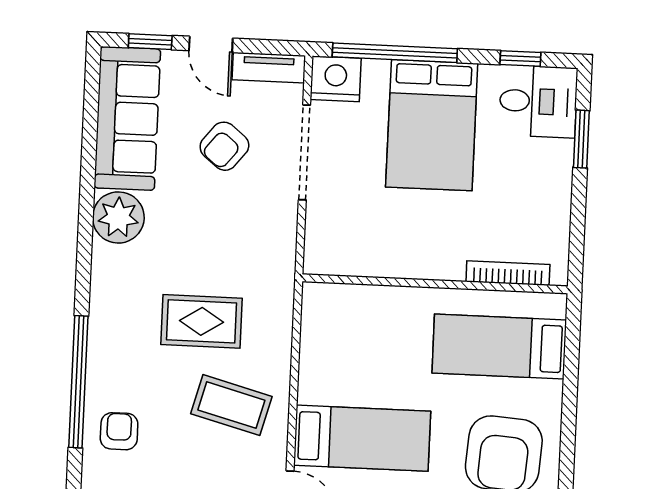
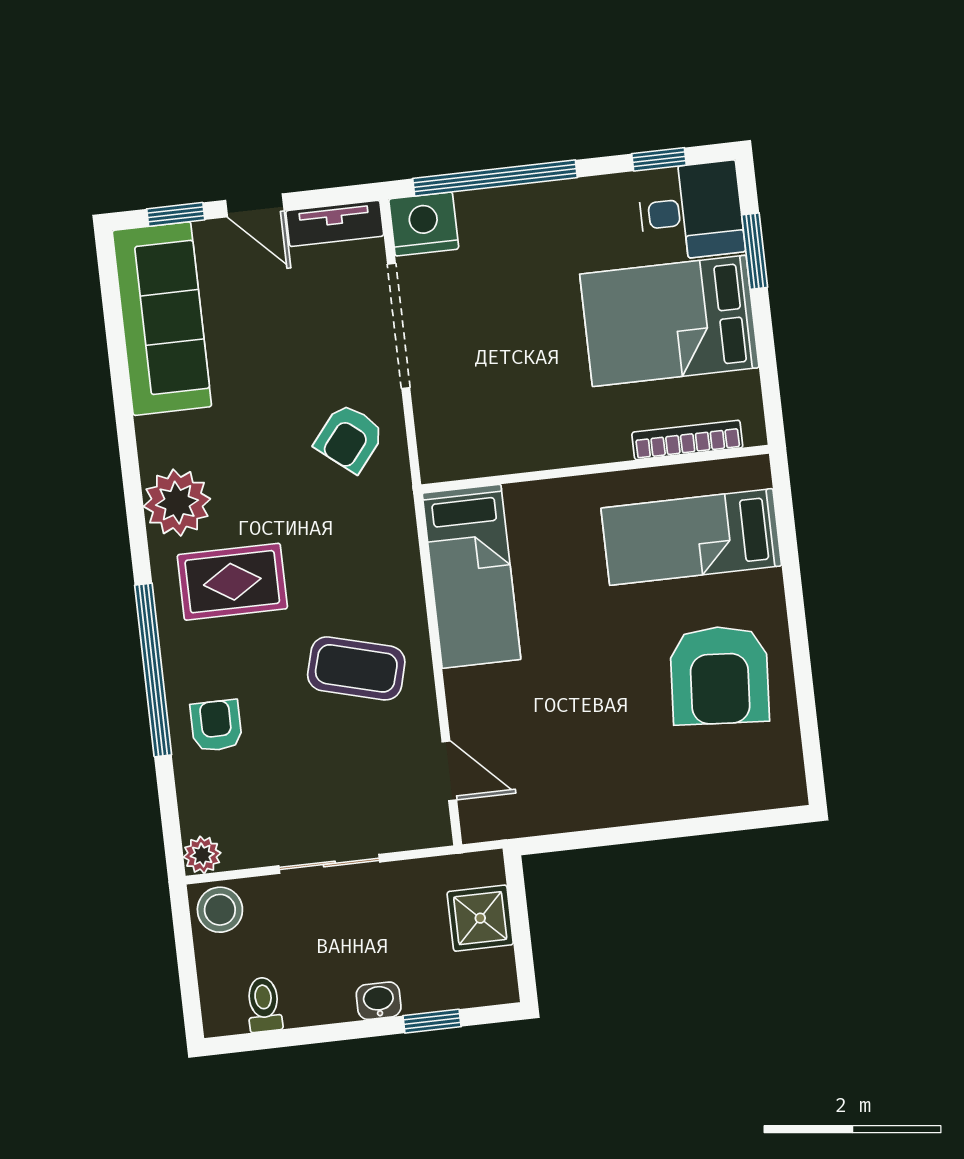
bed: (432, 125) -> (669, 321), moved, turned 90
armchair: (224, 146) -> (349, 438), moved
plant: (118, 217) -> (177, 503), moved
rug: (201, 321) -> (232, 582), moved
bed: (362, 438) -> (471, 576), moved, turned 90

